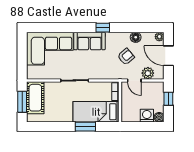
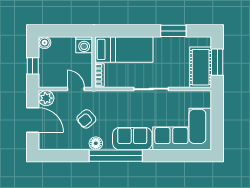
window: (103, 28) -> (116, 156), width x3.17
floor lamp: (136, 37) -> (96, 143), moved
plant: (159, 37) -> (44, 144), removed
plant: (148, 73) -> (46, 98), moved
washing machine: (147, 116) -> (84, 45), moved
window: (85, 127) -> (173, 31), moved

